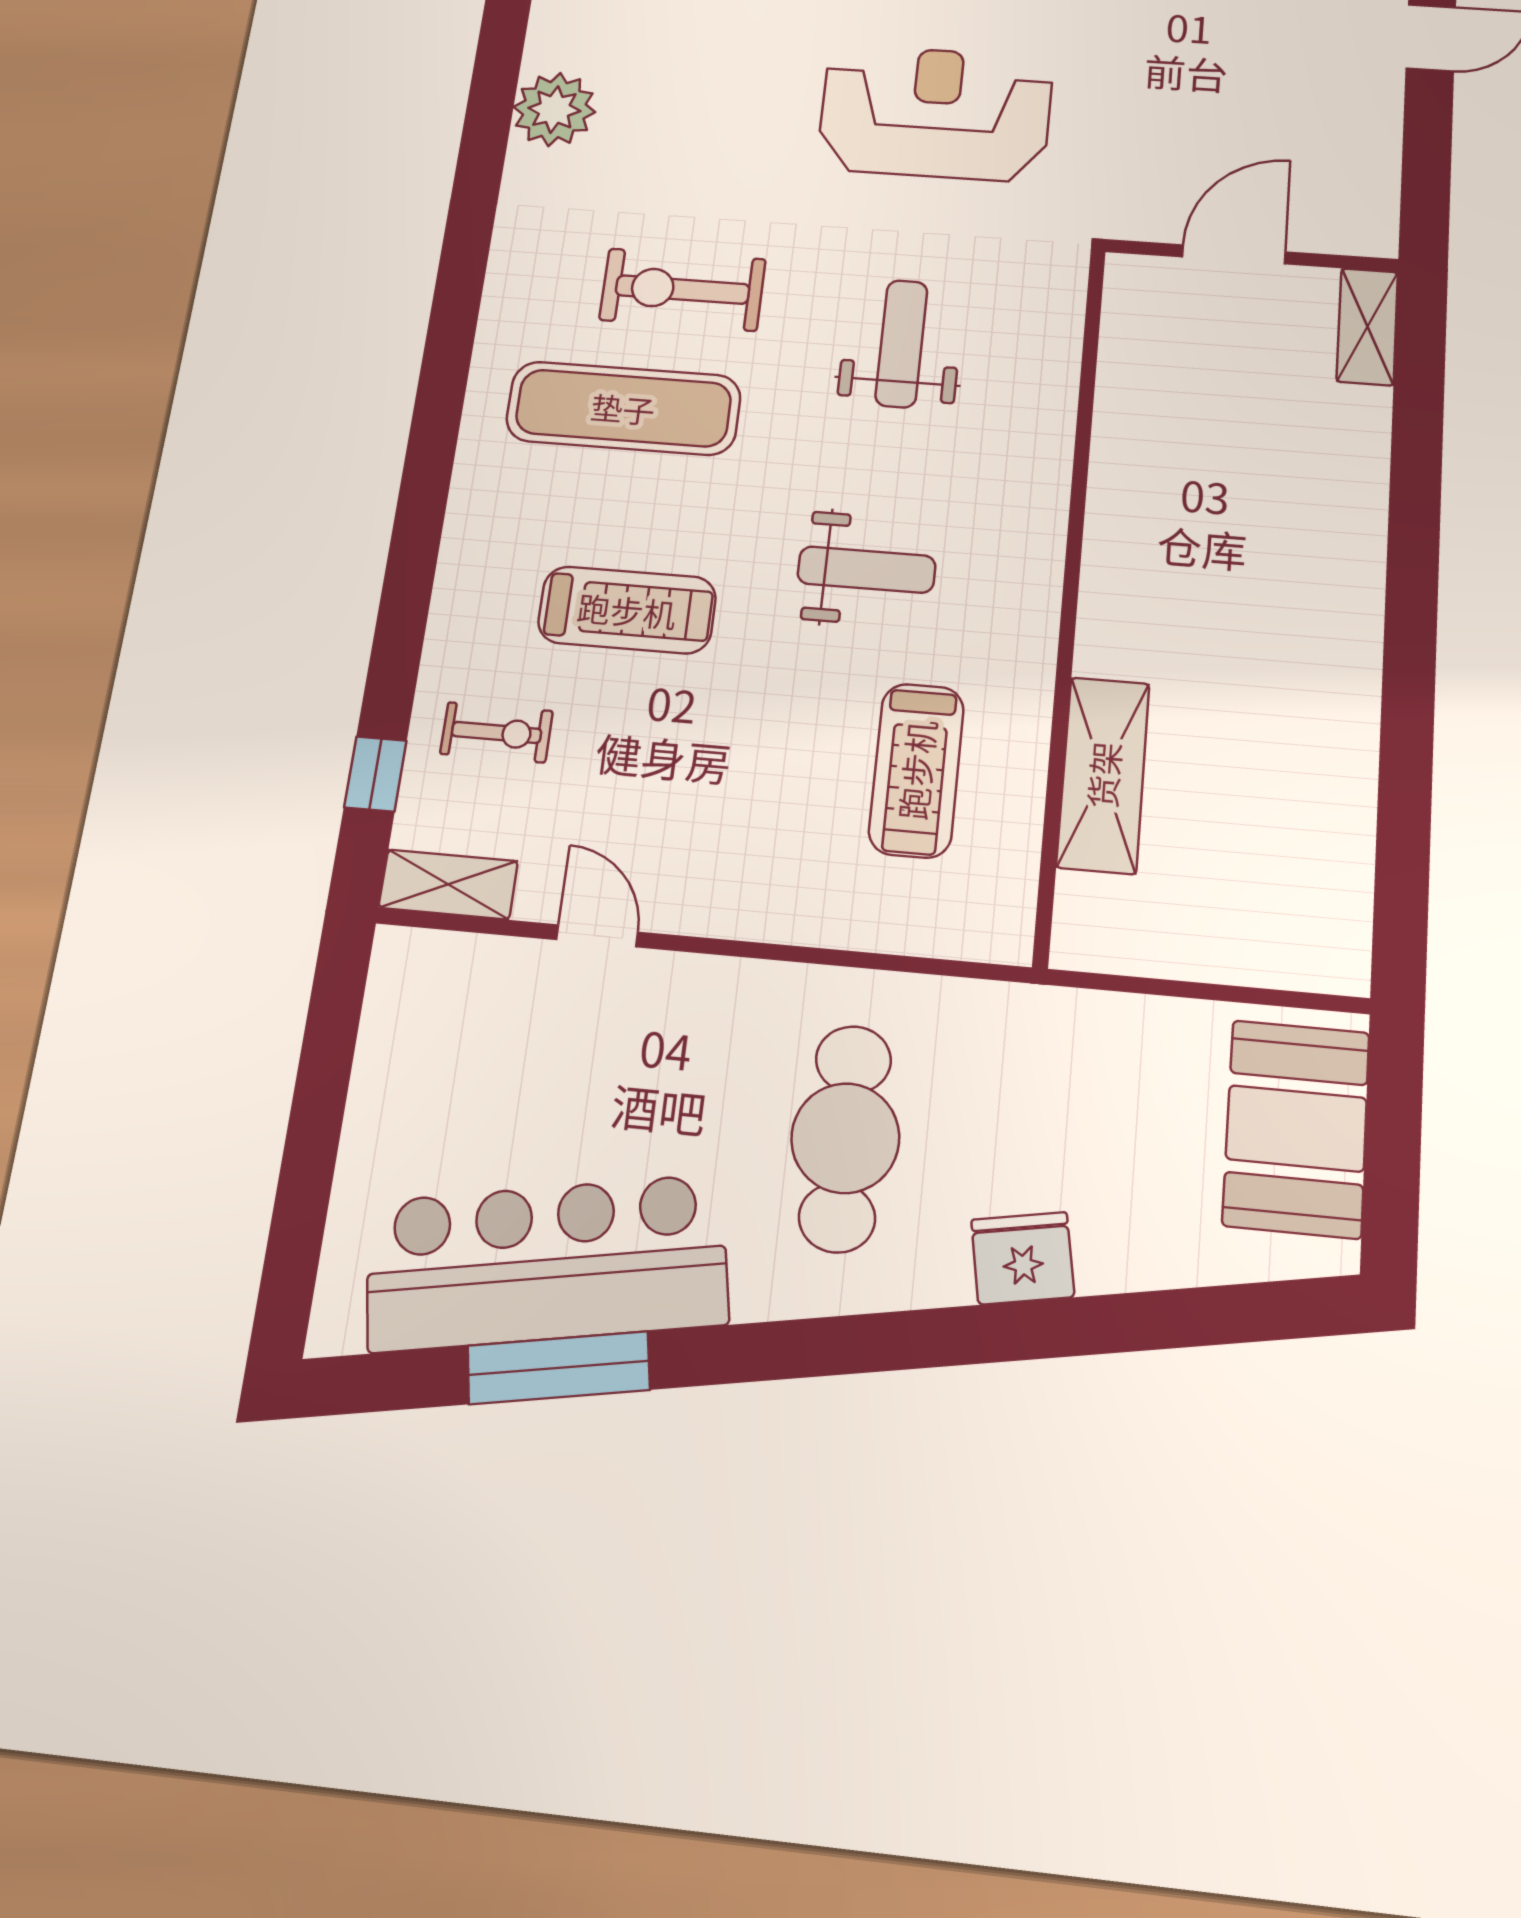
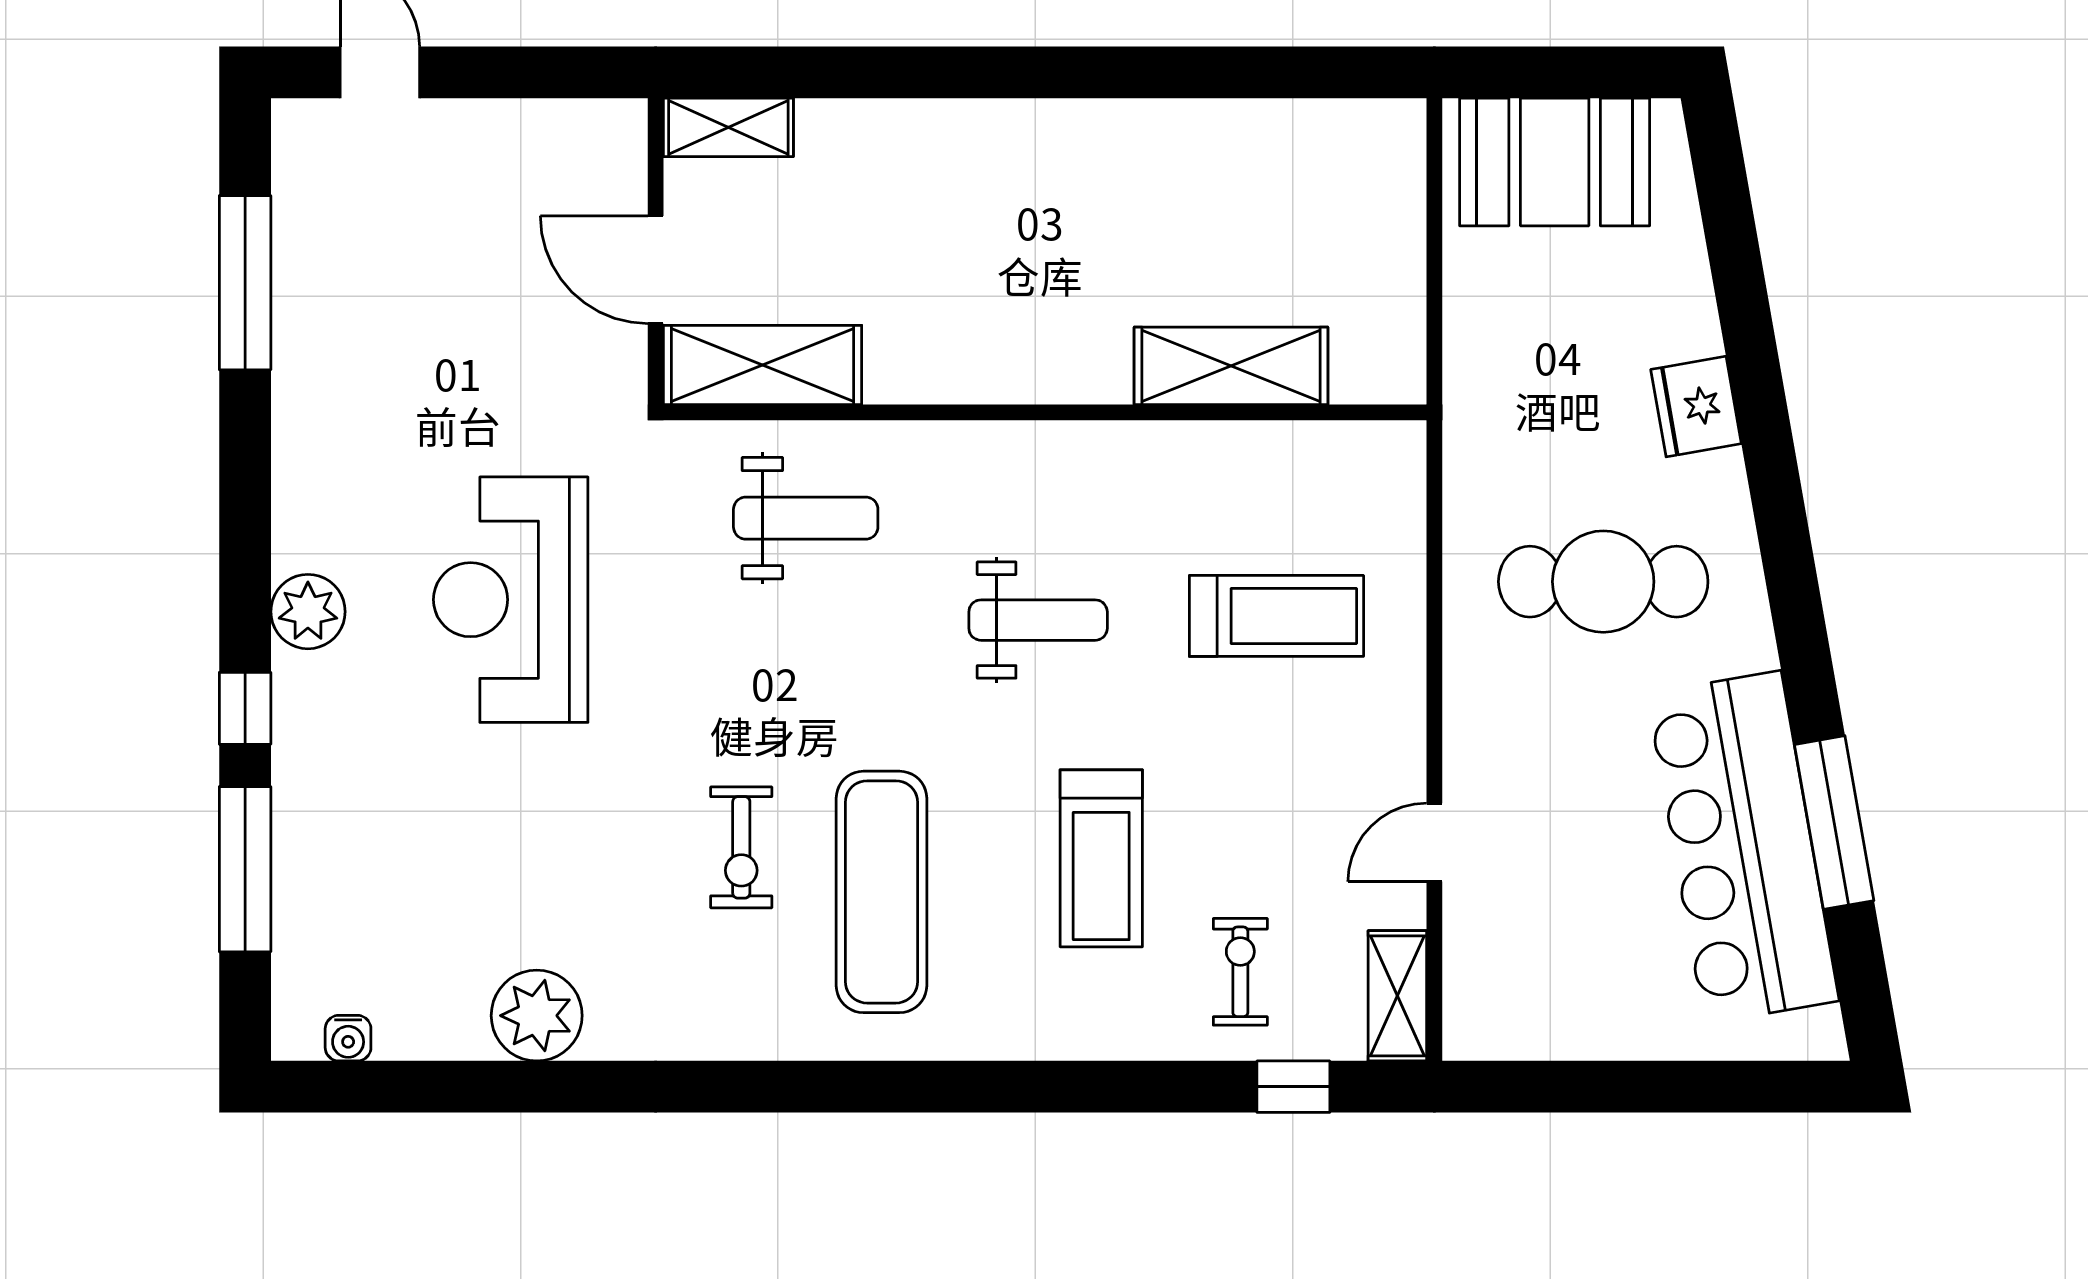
exercise bike: (682, 290) -> (741, 847), width x0.73, depth x0.72
shelving: (1137, 340) -> (763, 365), added
weight bench: (901, 344) -> (806, 518), moved, turned 180
weight bench: (866, 570) -> (1038, 620), turned 90
treadmill: (627, 610) -> (1101, 858), turned 180
treadmill: (916, 770) -> (1276, 616), moved

